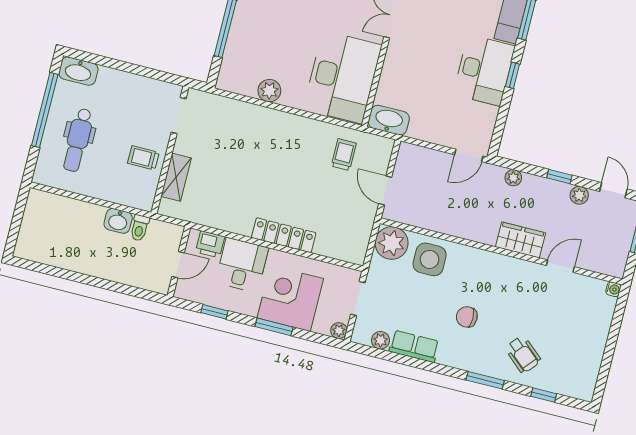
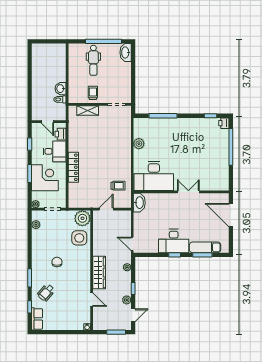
dental chair: (78, 140) -> (93, 60), turned -90
wardrobe: (521, 240) -> (99, 273), width x1.50
row of seats: (414, 346) -> (37, 319), moved

